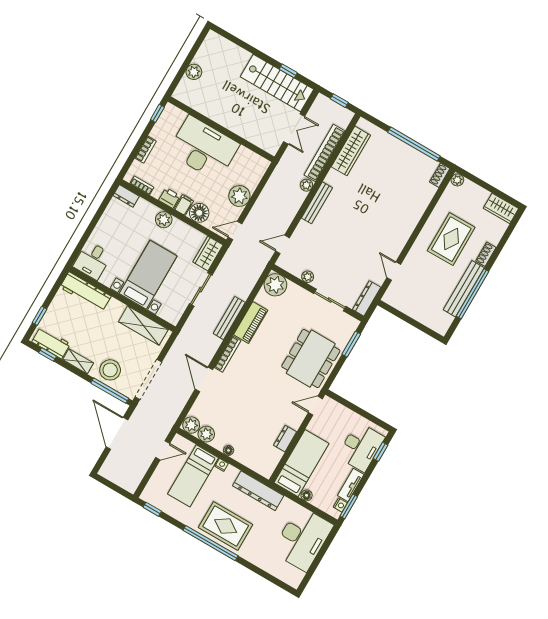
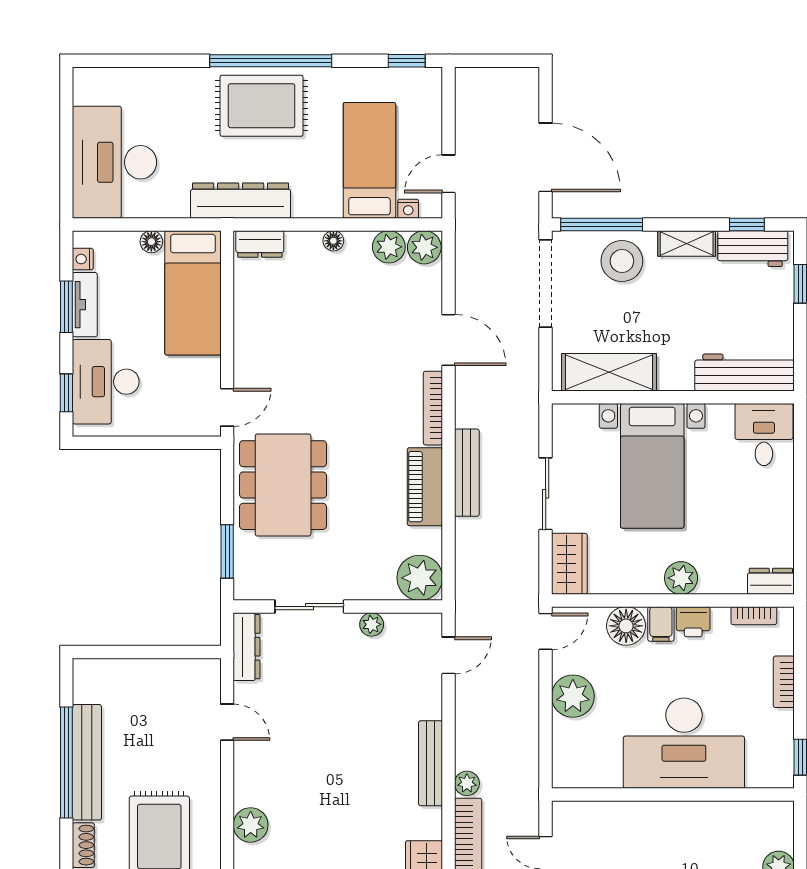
plant: (409, 221) -> (251, 825), added
dresser: (285, 439) -> (260, 244), moved, turned 90
nightstand: (222, 465) -> (408, 209), moved
window: (349, 506) -> (66, 307), moved

